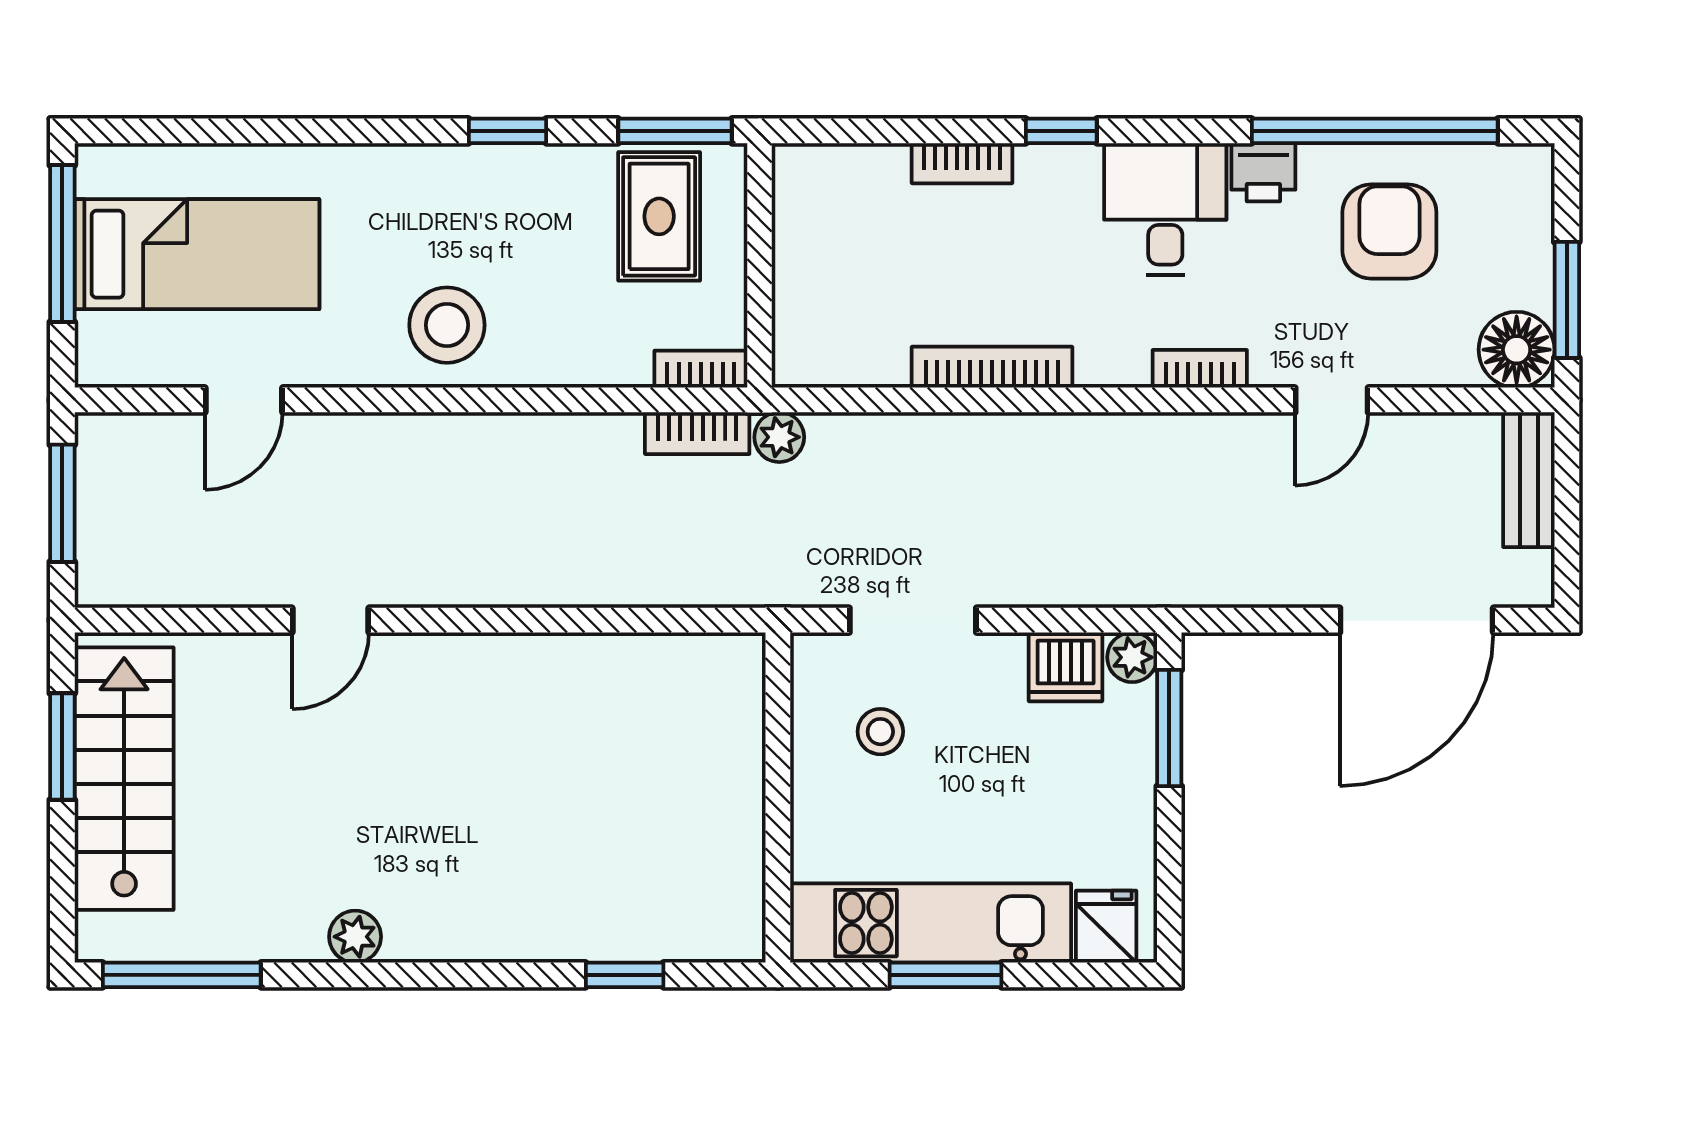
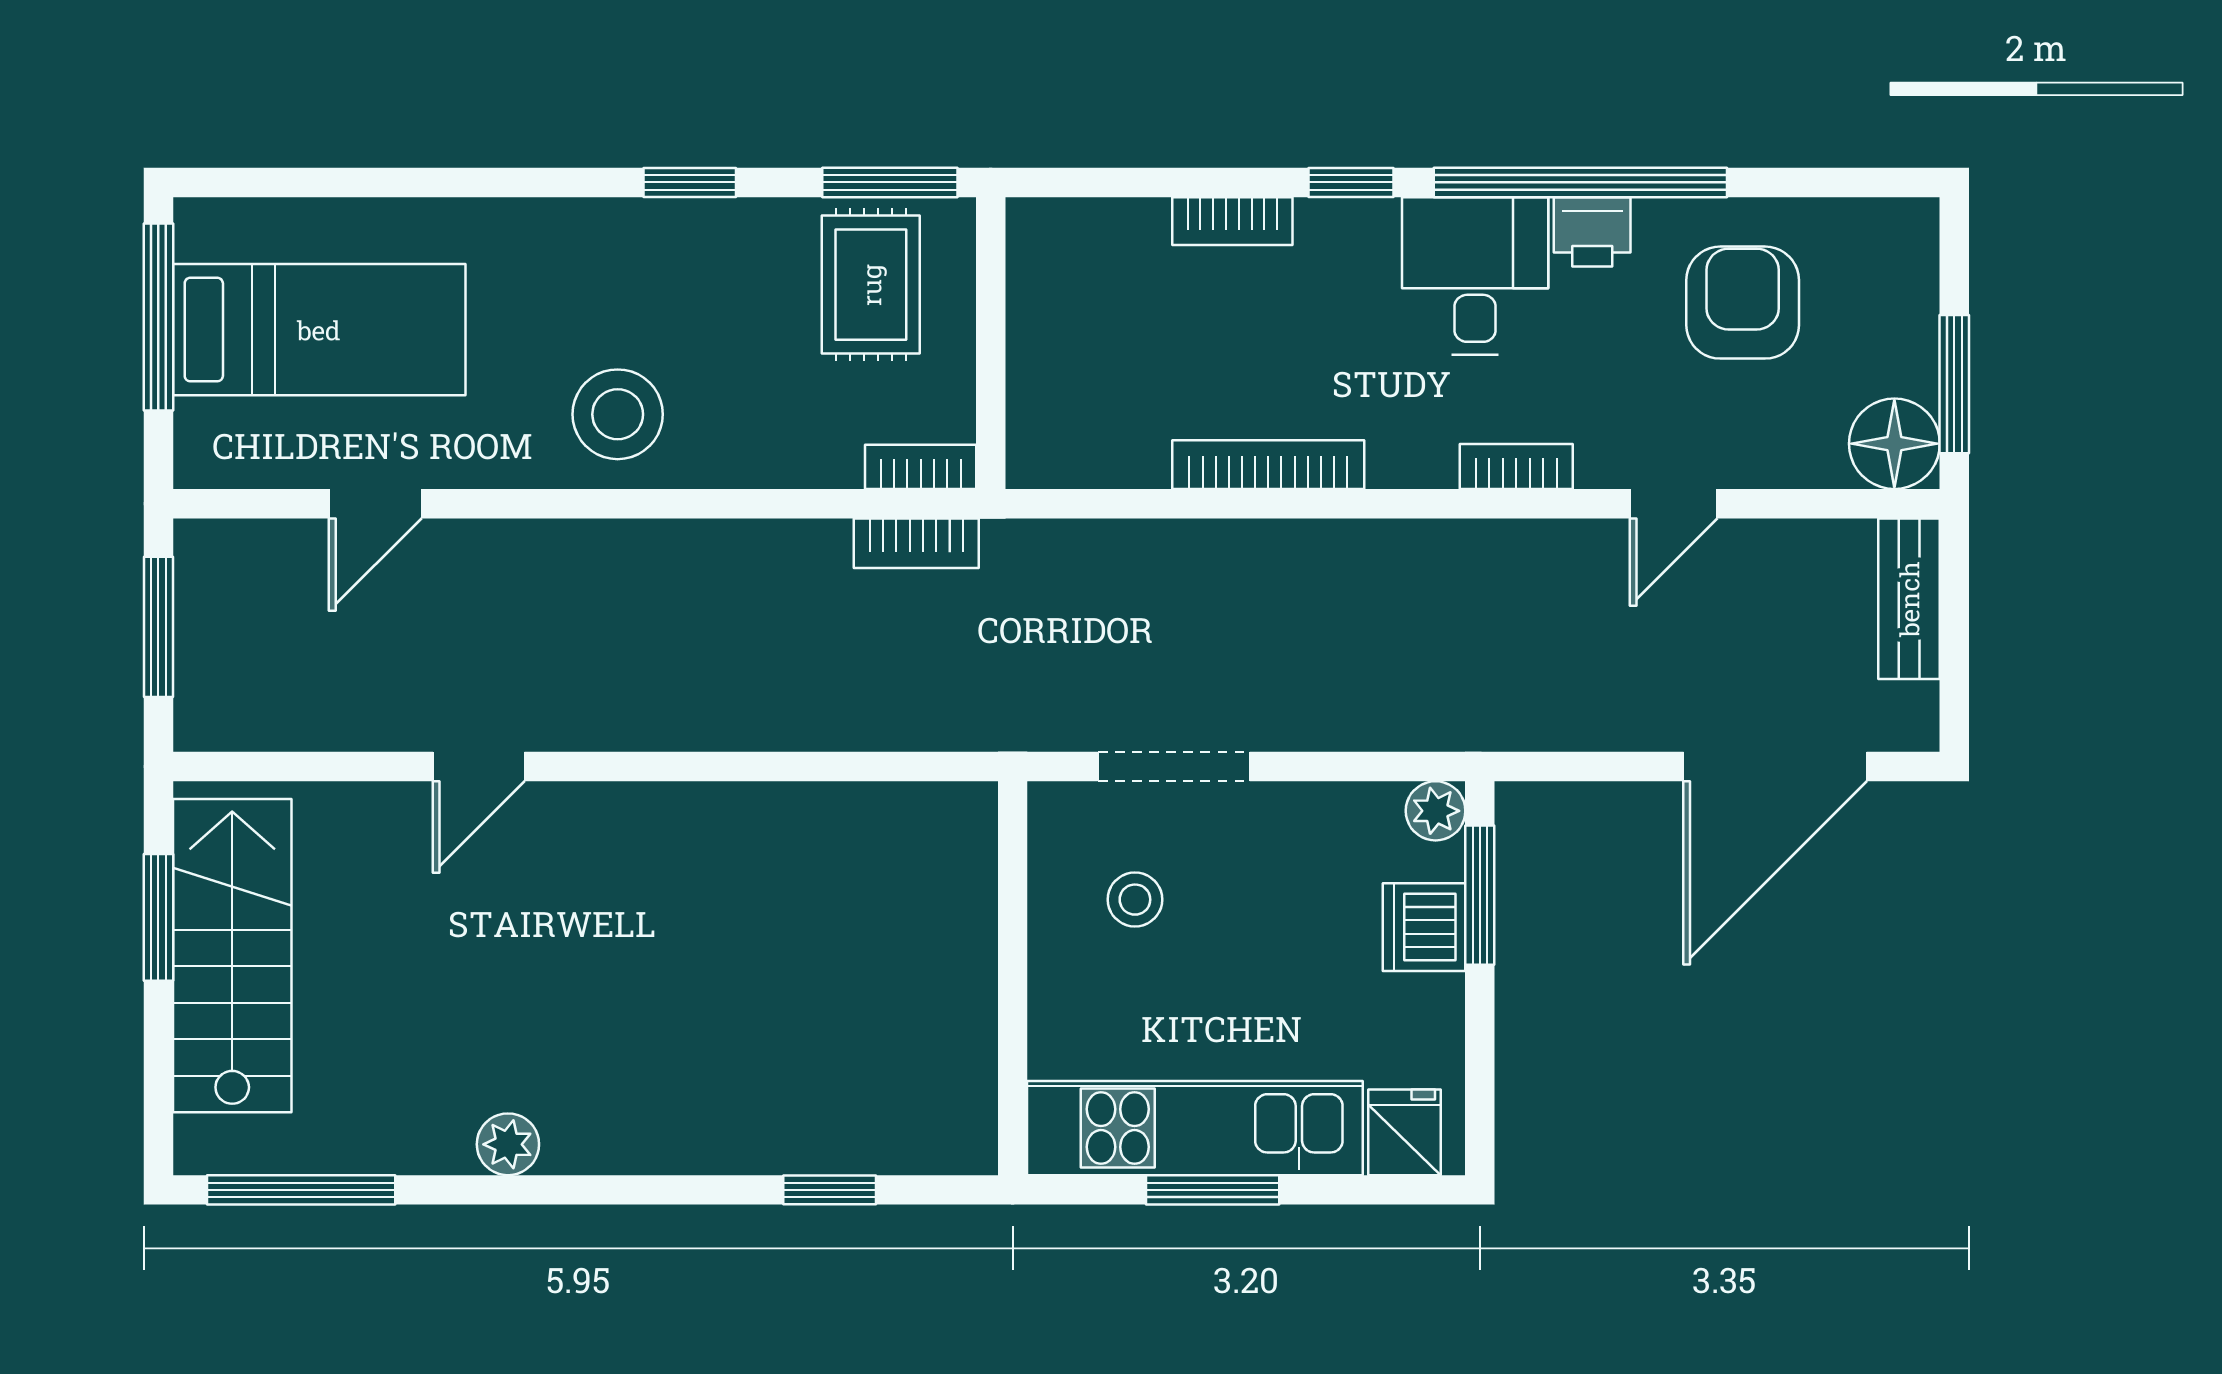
window: (1375, 131) -> (1580, 182), moved
plant: (779, 437) -> (1014, 548), removed
dishwasher: (1066, 667) -> (1424, 927), moved, turned 90

